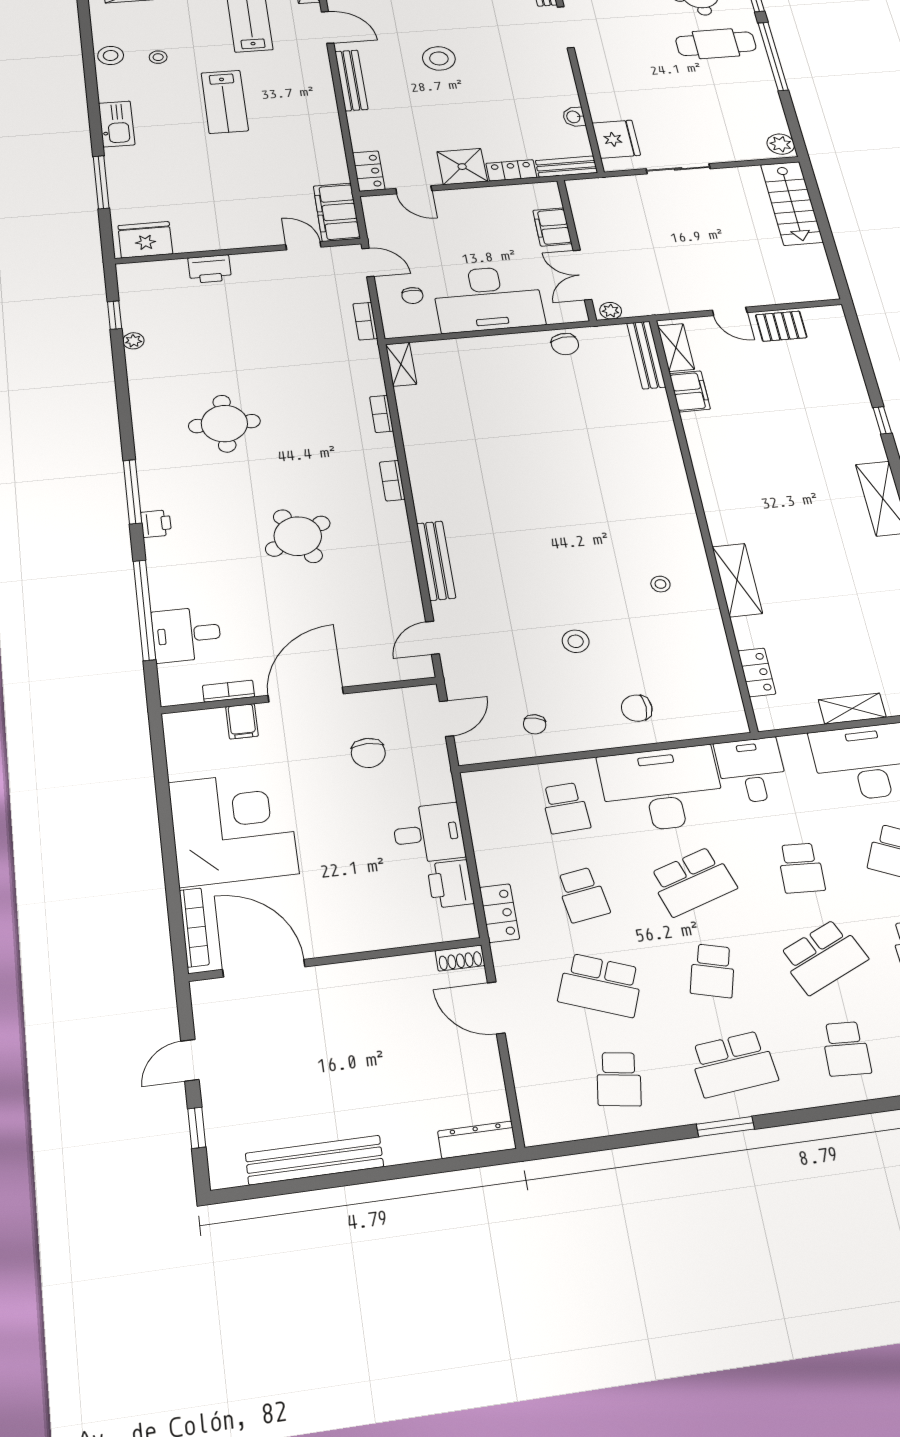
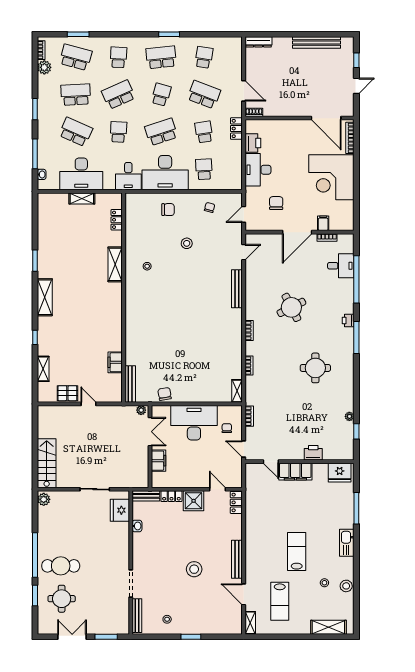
filing cabinet: (337, 212) -> (295, 472), moved, turned 90
shelving: (676, 348) -> (43, 369), moved
desk: (428, 833) -> (258, 170), width x1.37

